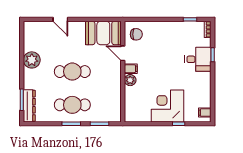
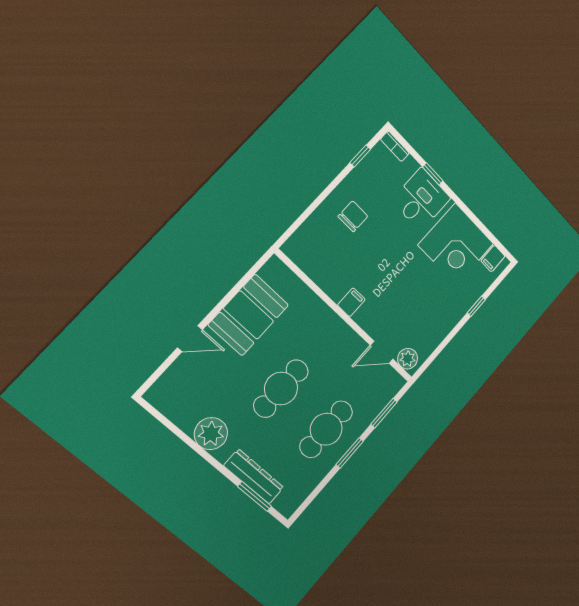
booth: (103, 33) -> (249, 315), moved
chair: (136, 34) -> (353, 216), moved
door: (123, 53) -> (382, 352), moved
plant: (130, 80) -> (408, 359), moved
dresser: (29, 106) -> (254, 477), moved
corner desk: (167, 106) -> (456, 244), moved, turned -90

